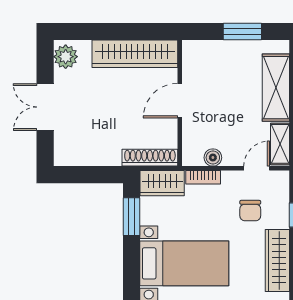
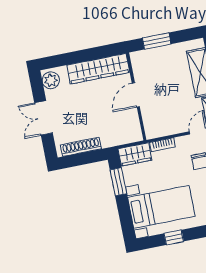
window: (242, 32) -> (157, 41), moved
shoe rack: (150, 158) -> (81, 147), moved
boiler: (213, 158) -> (167, 130), removed

